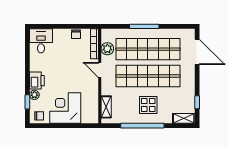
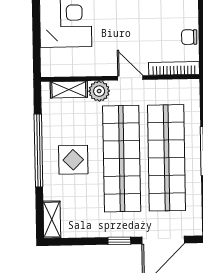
plant: (107, 49) -> (99, 91), moved
door: (100, 70) -> (130, 78), hinge flipped
window: (197, 102) -> (119, 241), moved

